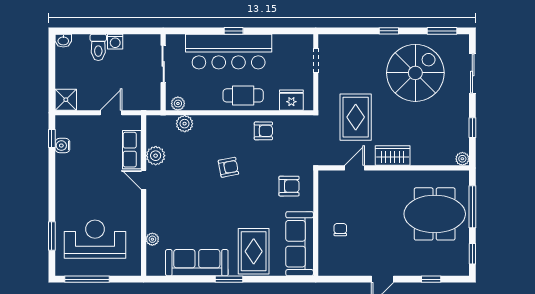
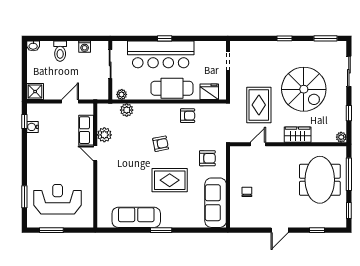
washing machine: (115, 42) -> (85, 47), moved
spiral stairs: (415, 73) -> (304, 89), moved, turned 90
cafe table: (243, 95) -> (172, 88), width x1.37, depth x1.35
wardrobe: (393, 155) -> (298, 135), moved
meeting table: (435, 214) -> (320, 180), turned 90
plant: (152, 239) -> (102, 199), removed
rug: (254, 251) -> (170, 180), moved, turned 90
window: (87, 279) -> (51, 230), width x0.69

